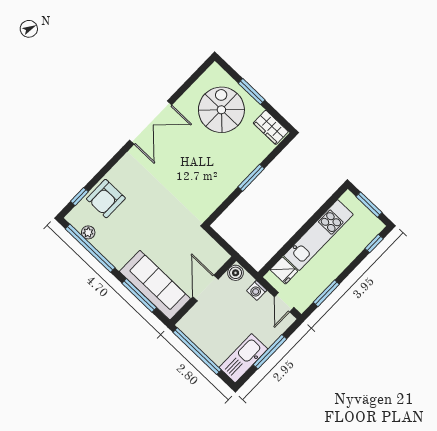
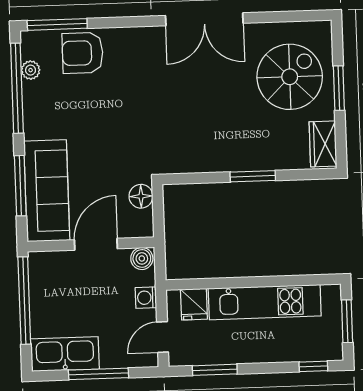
window: (79, 197) -> (57, 24), width x2.17
floor lamp: (205, 242) -> (141, 196), added

